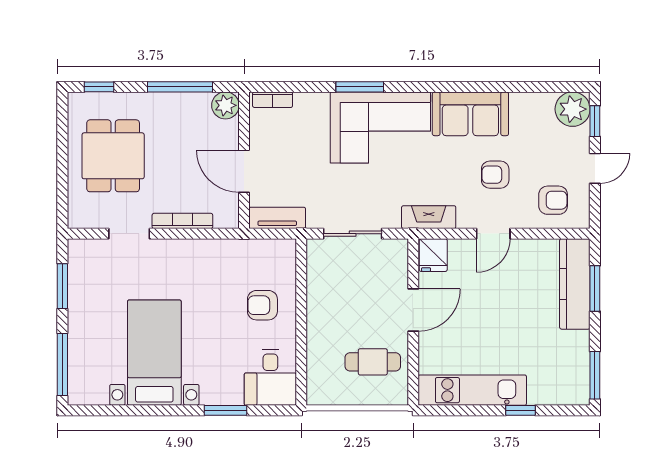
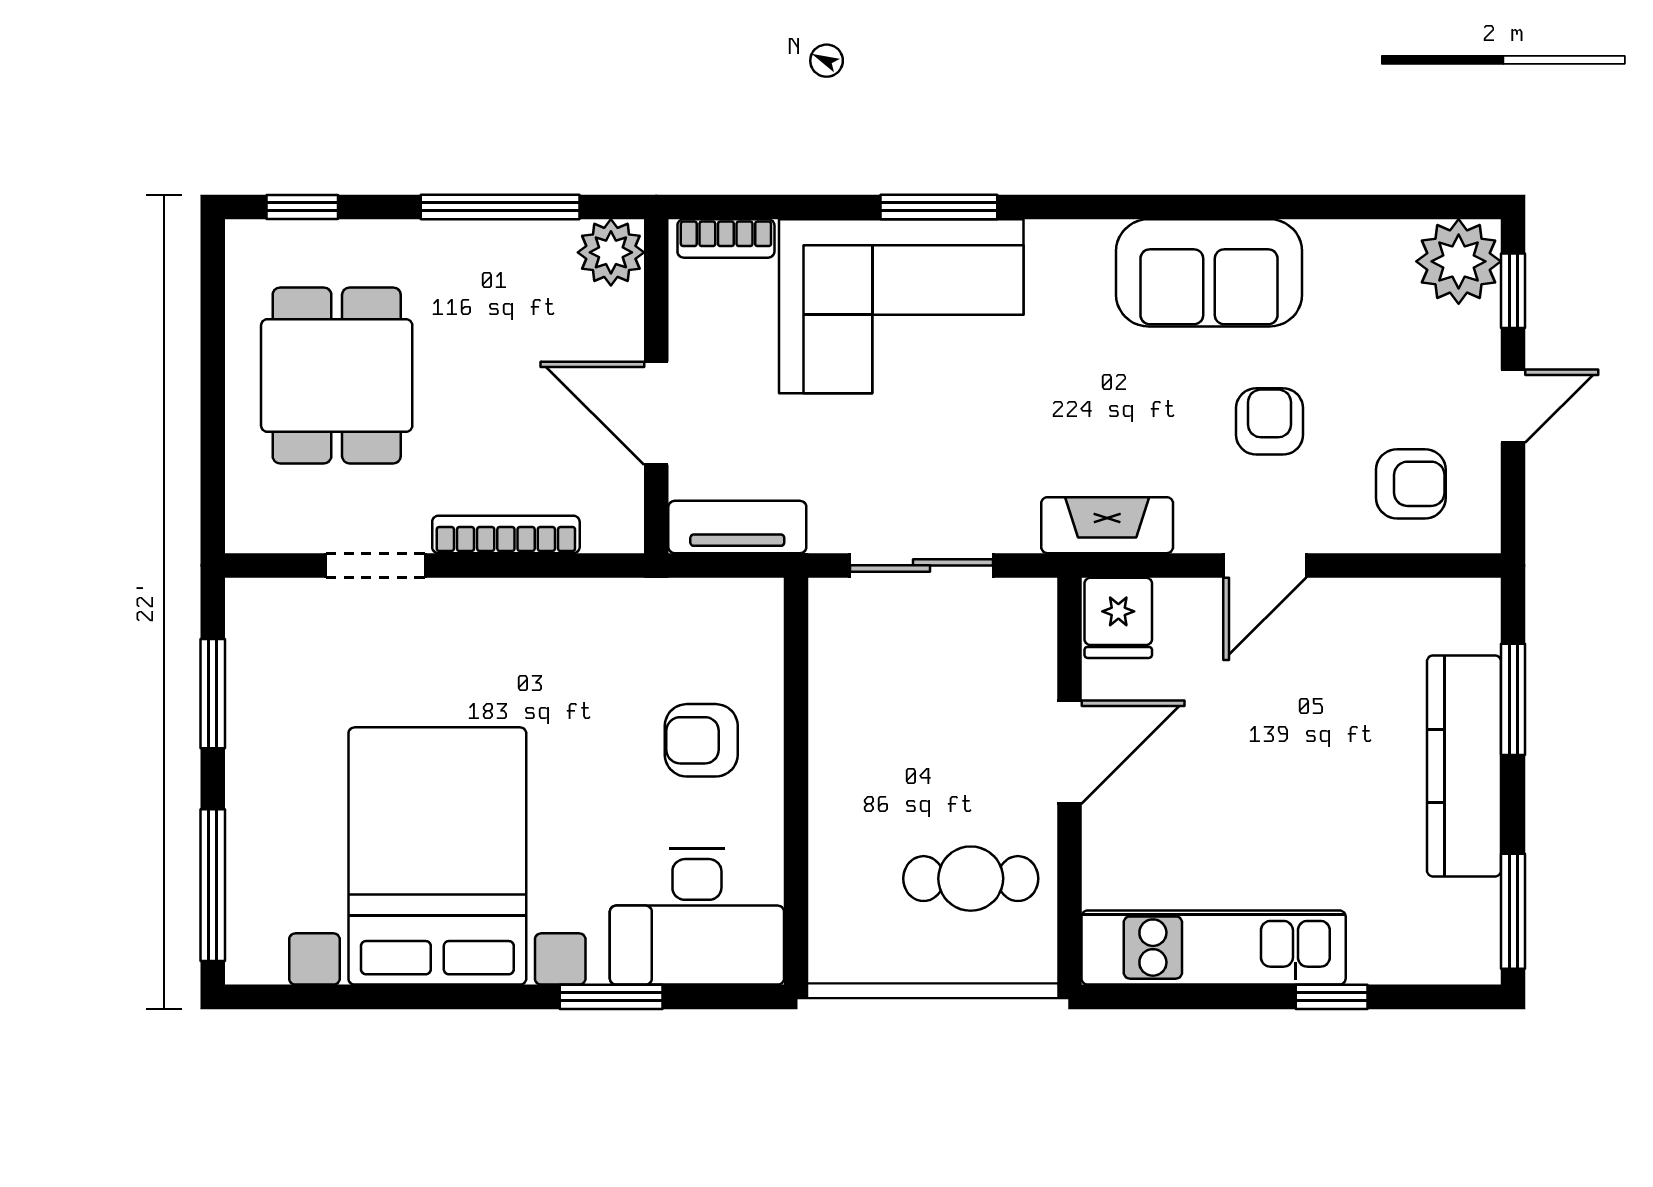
corner sofa: (380, 127) -> (901, 306), moved
armchair: (495, 175) -> (1270, 421), turned 90
kitchen counter: (575, 284) -> (1464, 766), moved
bed with nightstands: (154, 353) -> (437, 856), width x1.36
desk: (270, 377) -> (697, 916), width x1.37

